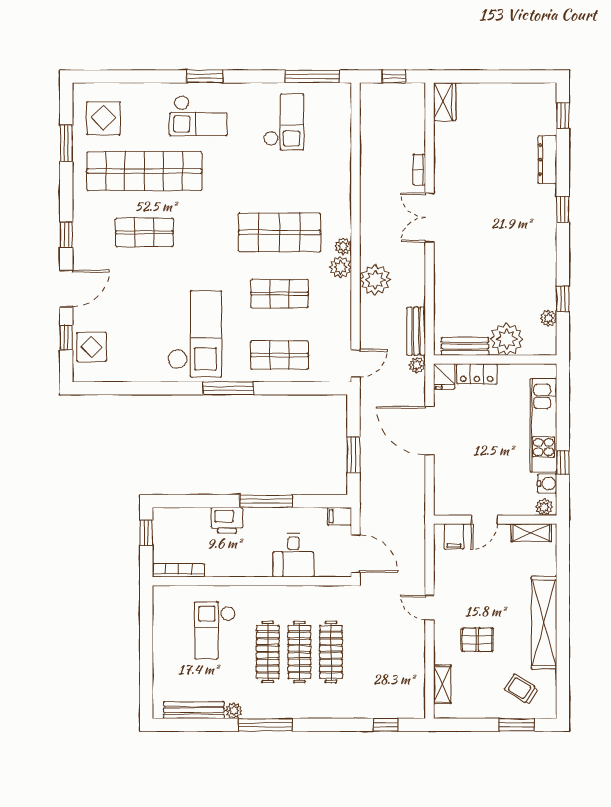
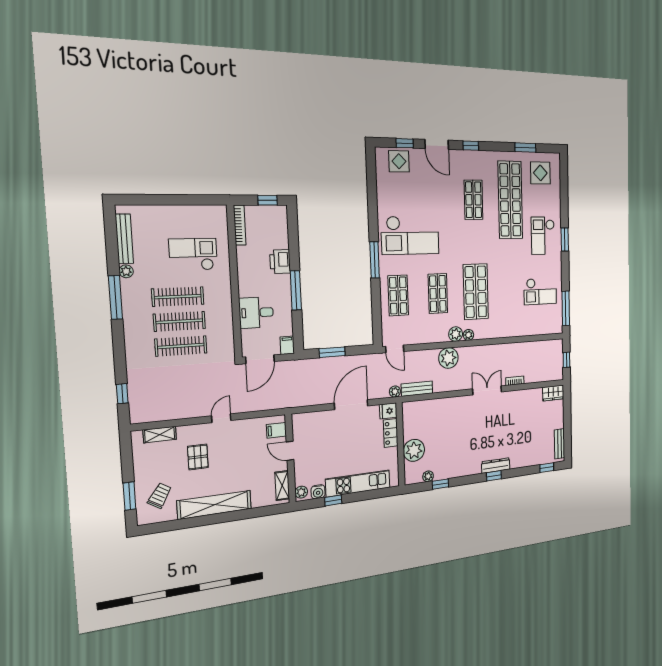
dresser: (547, 160) -> (496, 466), moved
bench: (465, 346) -> (559, 444), moved

